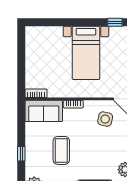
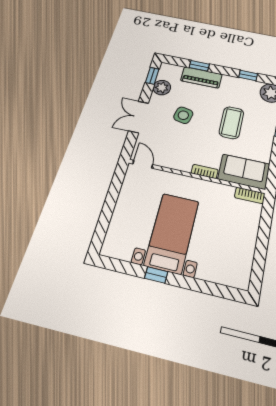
window: (115, 22) -> (156, 275), moved
side table: (105, 119) -> (183, 115), moved

